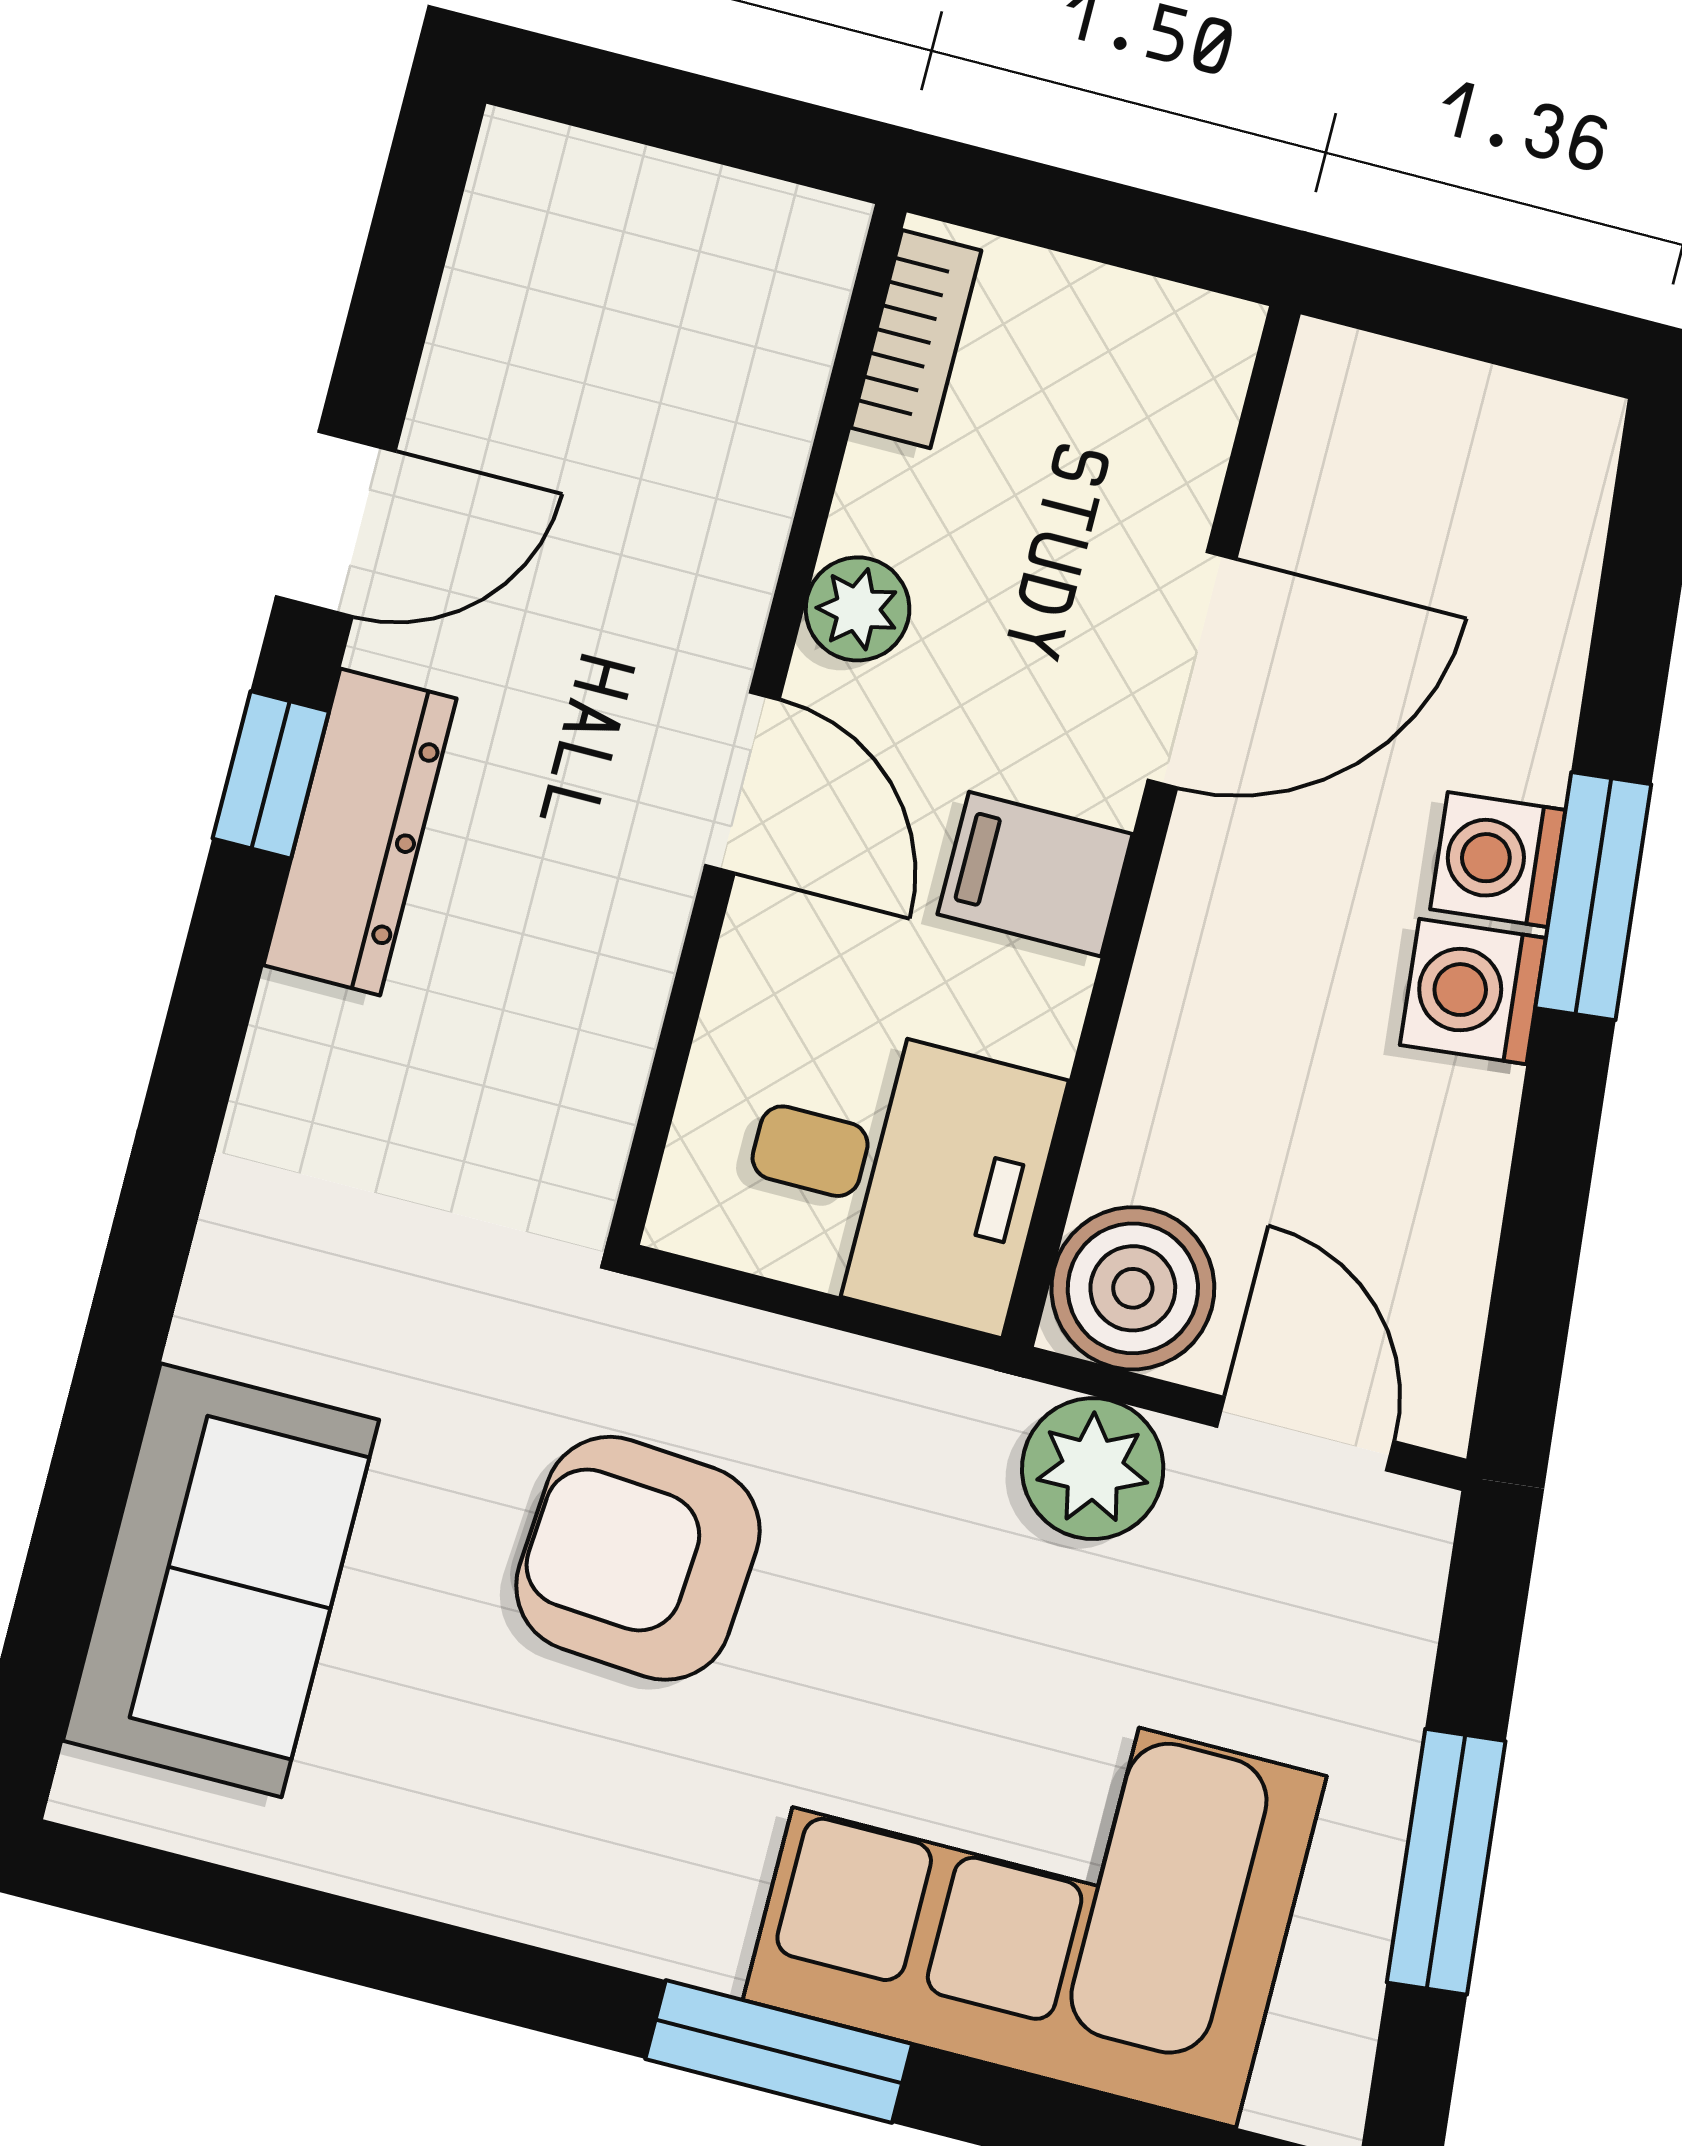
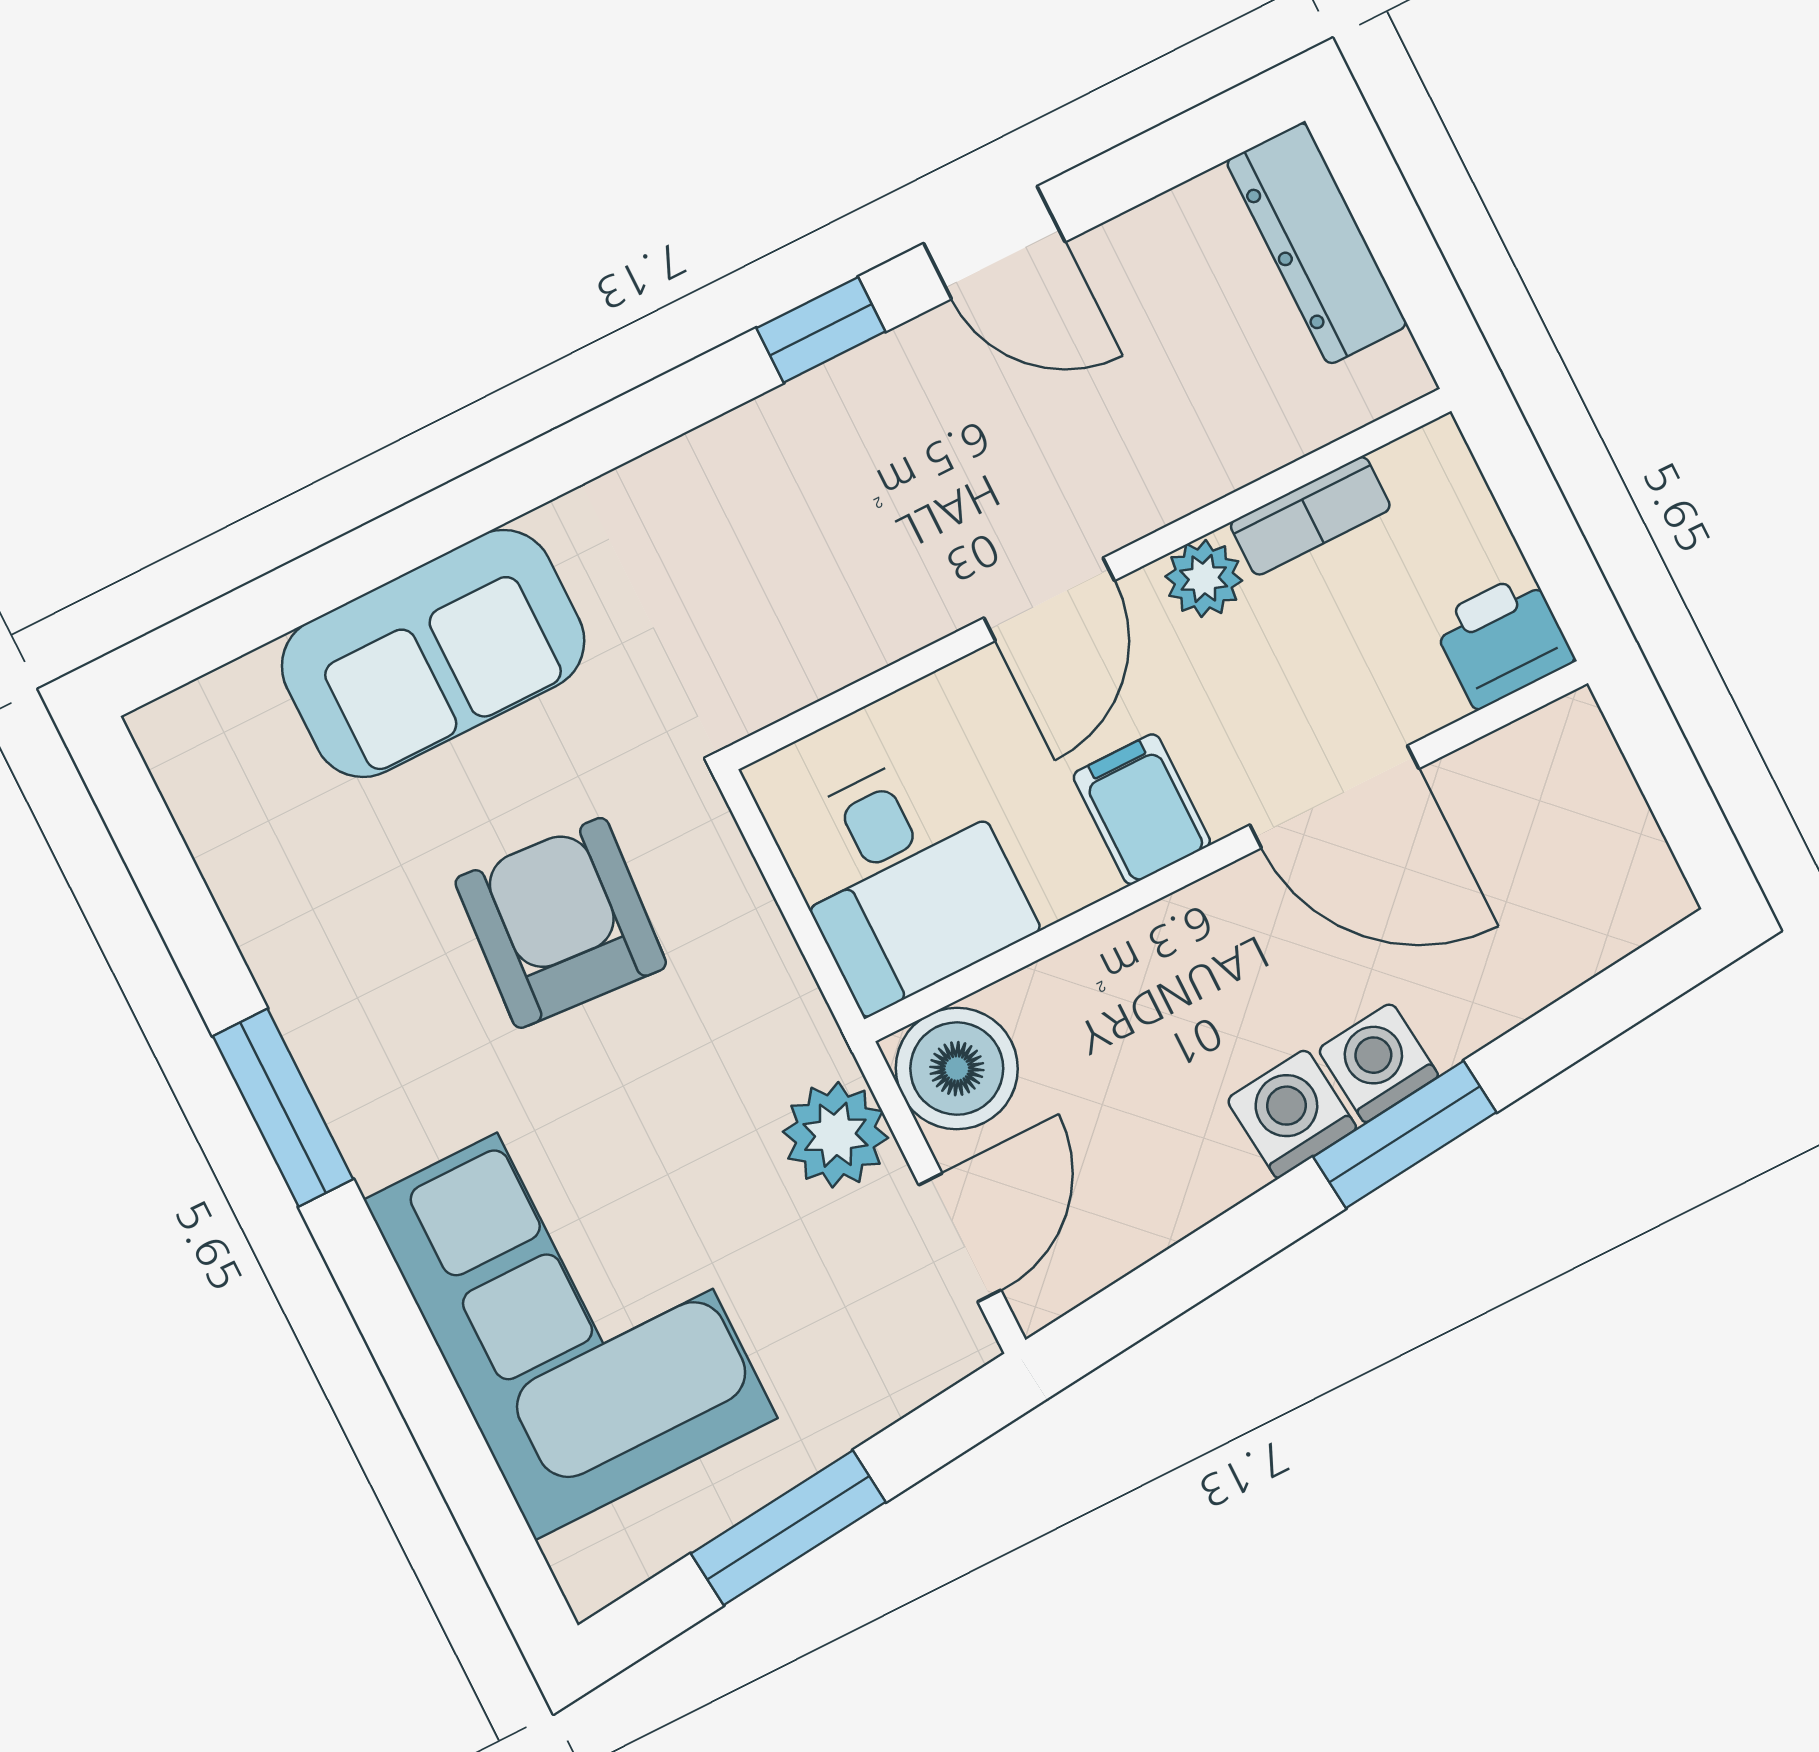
bookcase: (916, 339) -> (1310, 516), moved
printer: (1183, 363) -> (1503, 640), added
dresser: (360, 832) -> (1317, 243), moved, turned 90
sofa: (221, 1580) -> (433, 653), moved
window: (779, 2052) -> (283, 1108), moved

